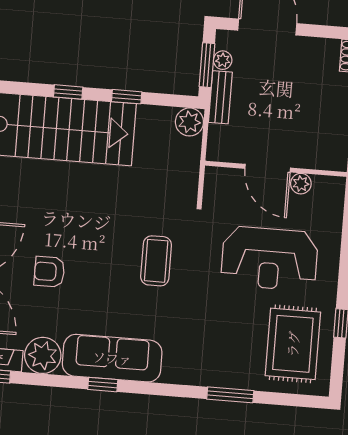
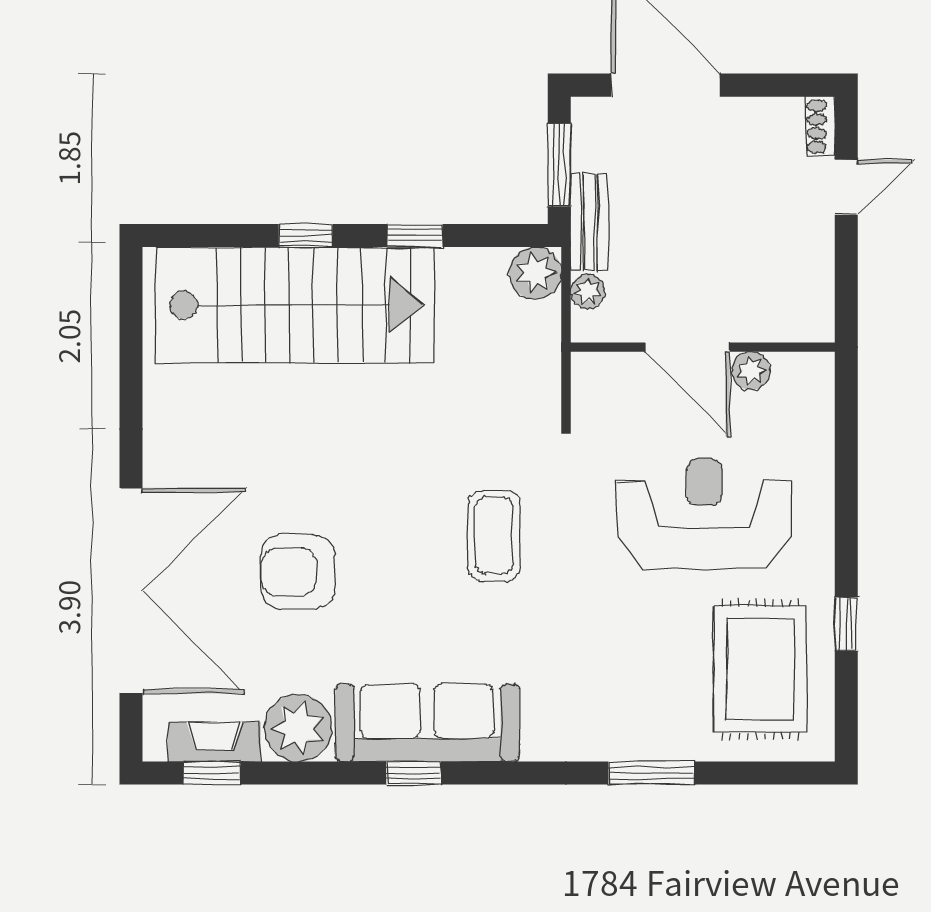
plant: (223, 60) -> (588, 291), moved
reception desk: (269, 258) -> (704, 514), turned 180
armchair: (49, 272) -> (298, 572), width x1.38, depth x1.38

